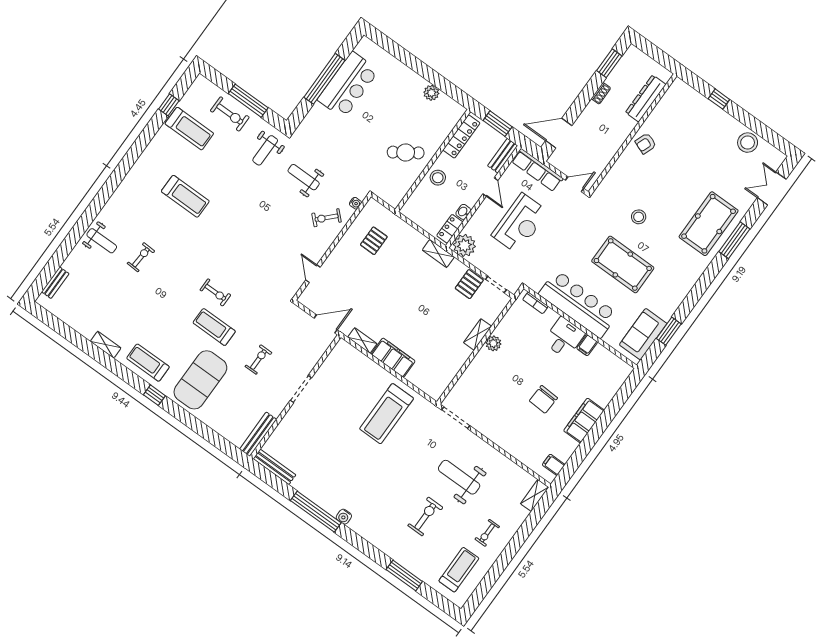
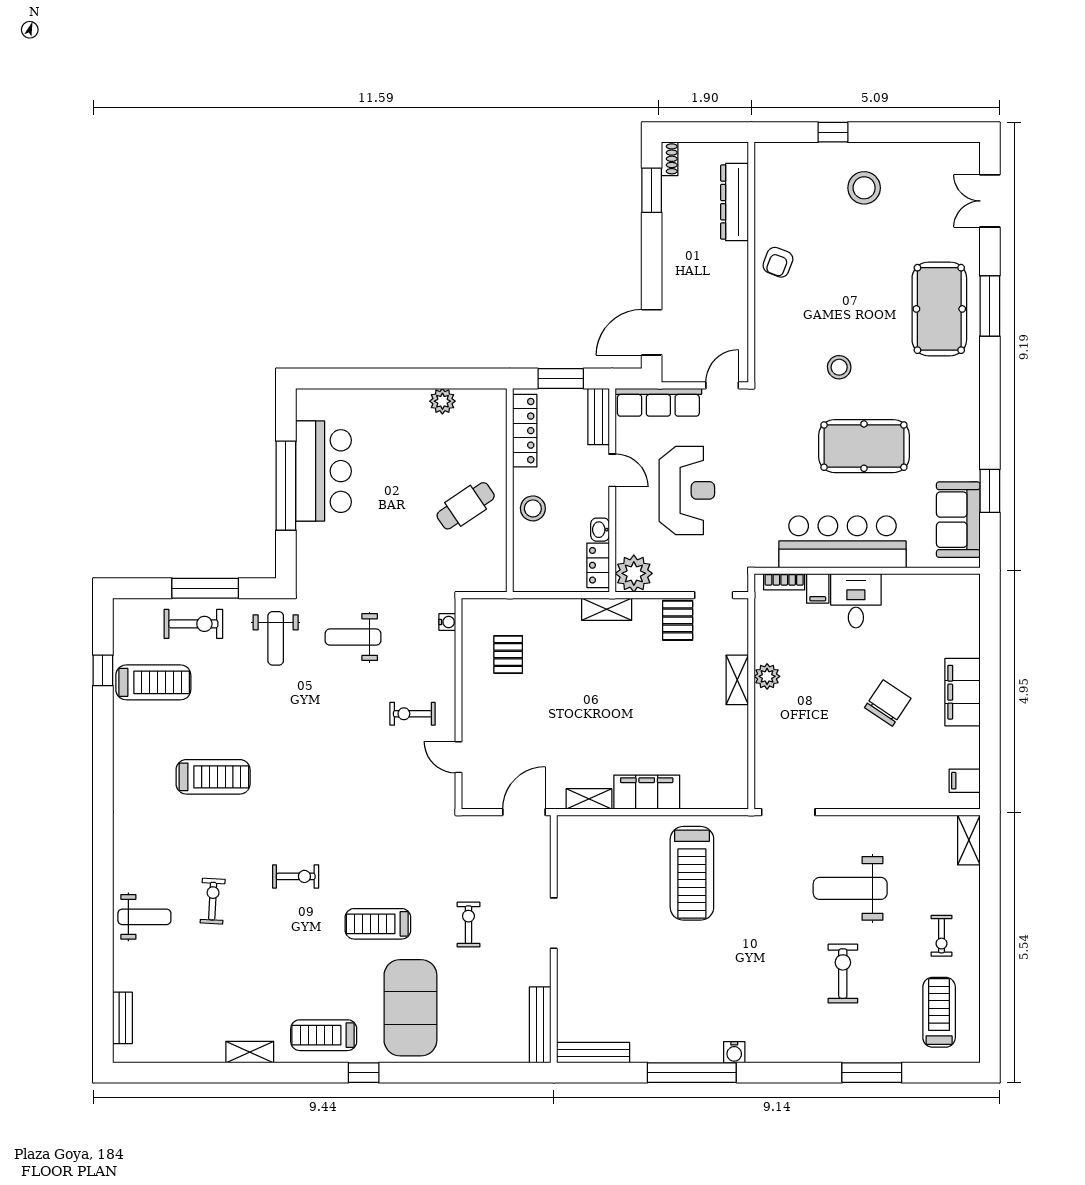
shoe rack: (601, 93) -> (670, 159), moved
stool: (748, 143) -> (864, 188), moved
exercise bike: (327, 218) -> (412, 714), moved, turned 46
exercise bike: (215, 292) -> (296, 876), moved
filing cabinet: (587, 345) -> (818, 588), moved
chair: (543, 399) -> (888, 703), turned -149

